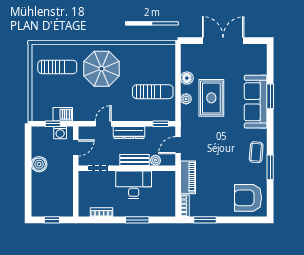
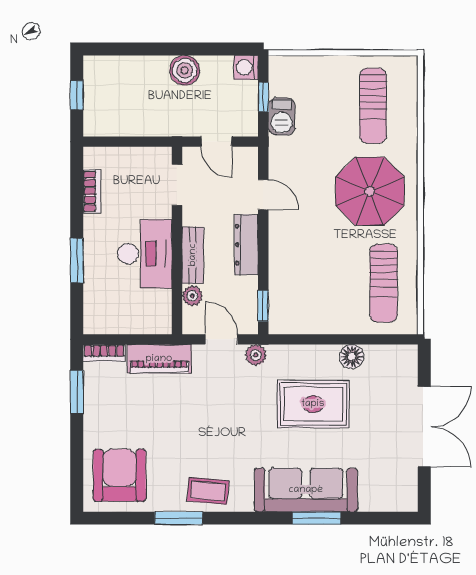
sun lounger: (153, 92) -> (384, 283), moved
plant: (186, 99) -> (256, 355), moved
washing machine: (60, 133) -> (246, 67), moved

